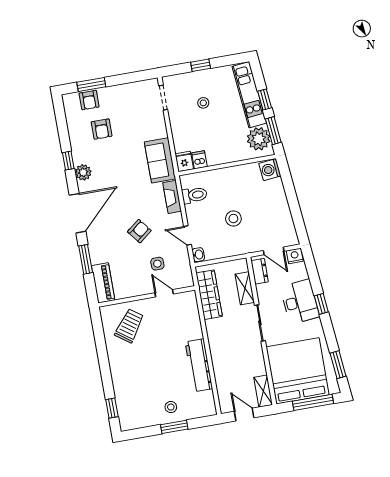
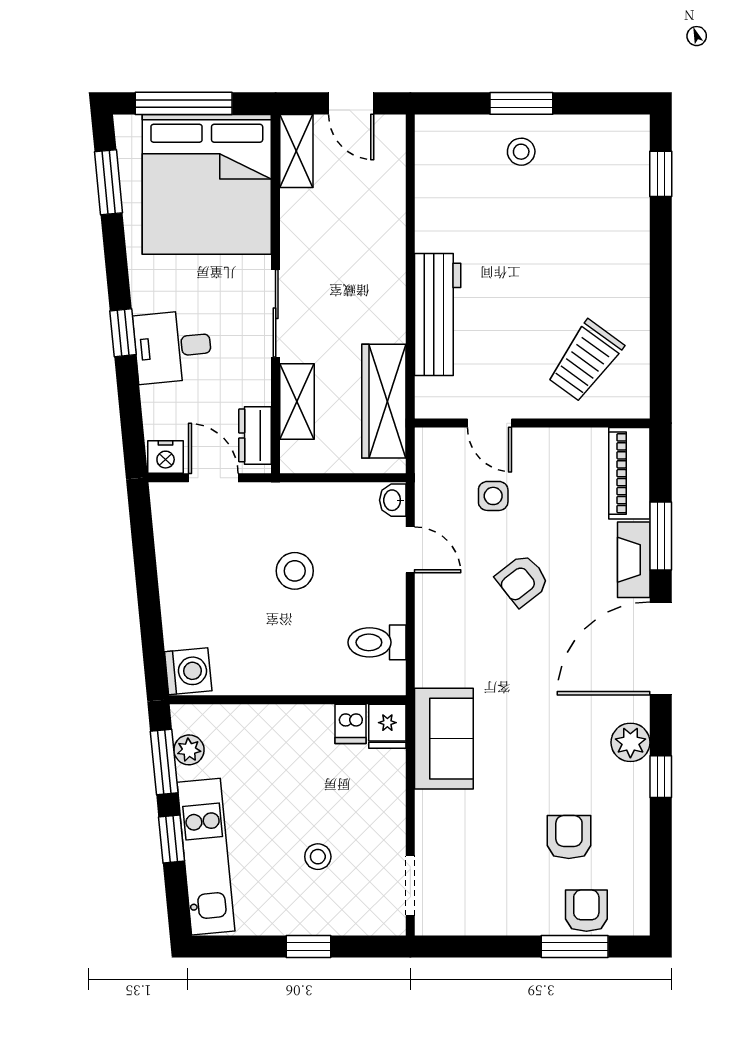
plant: (259, 139) -> (189, 750), width x0.53, depth x0.53
fireplace: (172, 197) -> (634, 560), moved, turned 180
desk: (300, 302) -> (173, 347), width x0.73
workbench: (199, 365) -> (438, 314), moved

